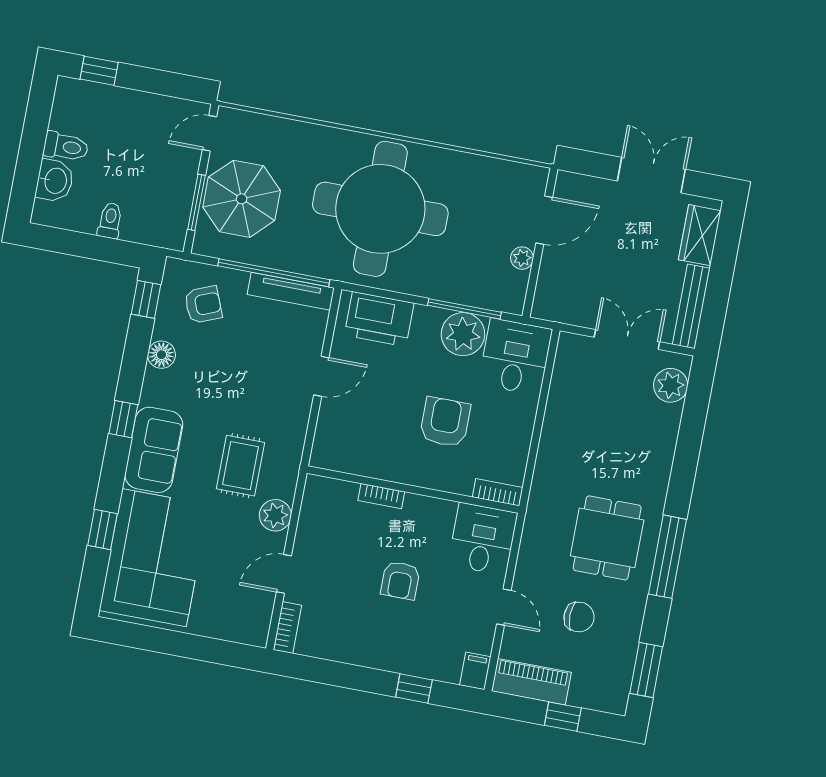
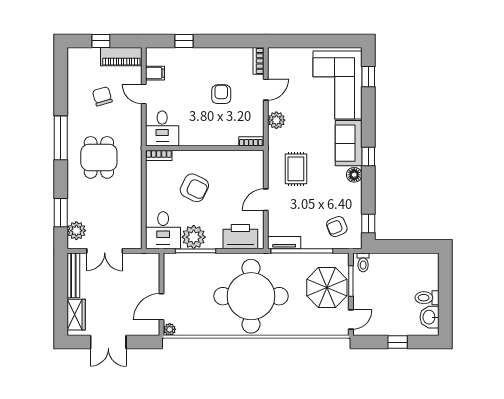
window: (99, 71) -> (398, 342), moved
washbasin: (55, 181) -> (429, 317), moved
toilet: (110, 220) -> (363, 262), moved
plant: (522, 258) -> (170, 329), moved
tv unit: (291, 291) -> (284, 243), width x0.71
floor lamp: (161, 355) -> (354, 175), moved
armchair: (445, 422) -> (194, 188), turned -64
rug: (240, 466) -> (296, 169), moved
bookcase: (381, 496) -> (251, 141), moved
window: (102, 530) -> (368, 77), moved
dining table: (607, 538) -> (99, 157), moved
armchair: (400, 580) -> (221, 94), moved
chair: (579, 617) -> (102, 96), turned 74
window: (646, 670) -> (61, 213), moved
filing cabinet: (475, 671) -> (155, 73), moved, turned -90

